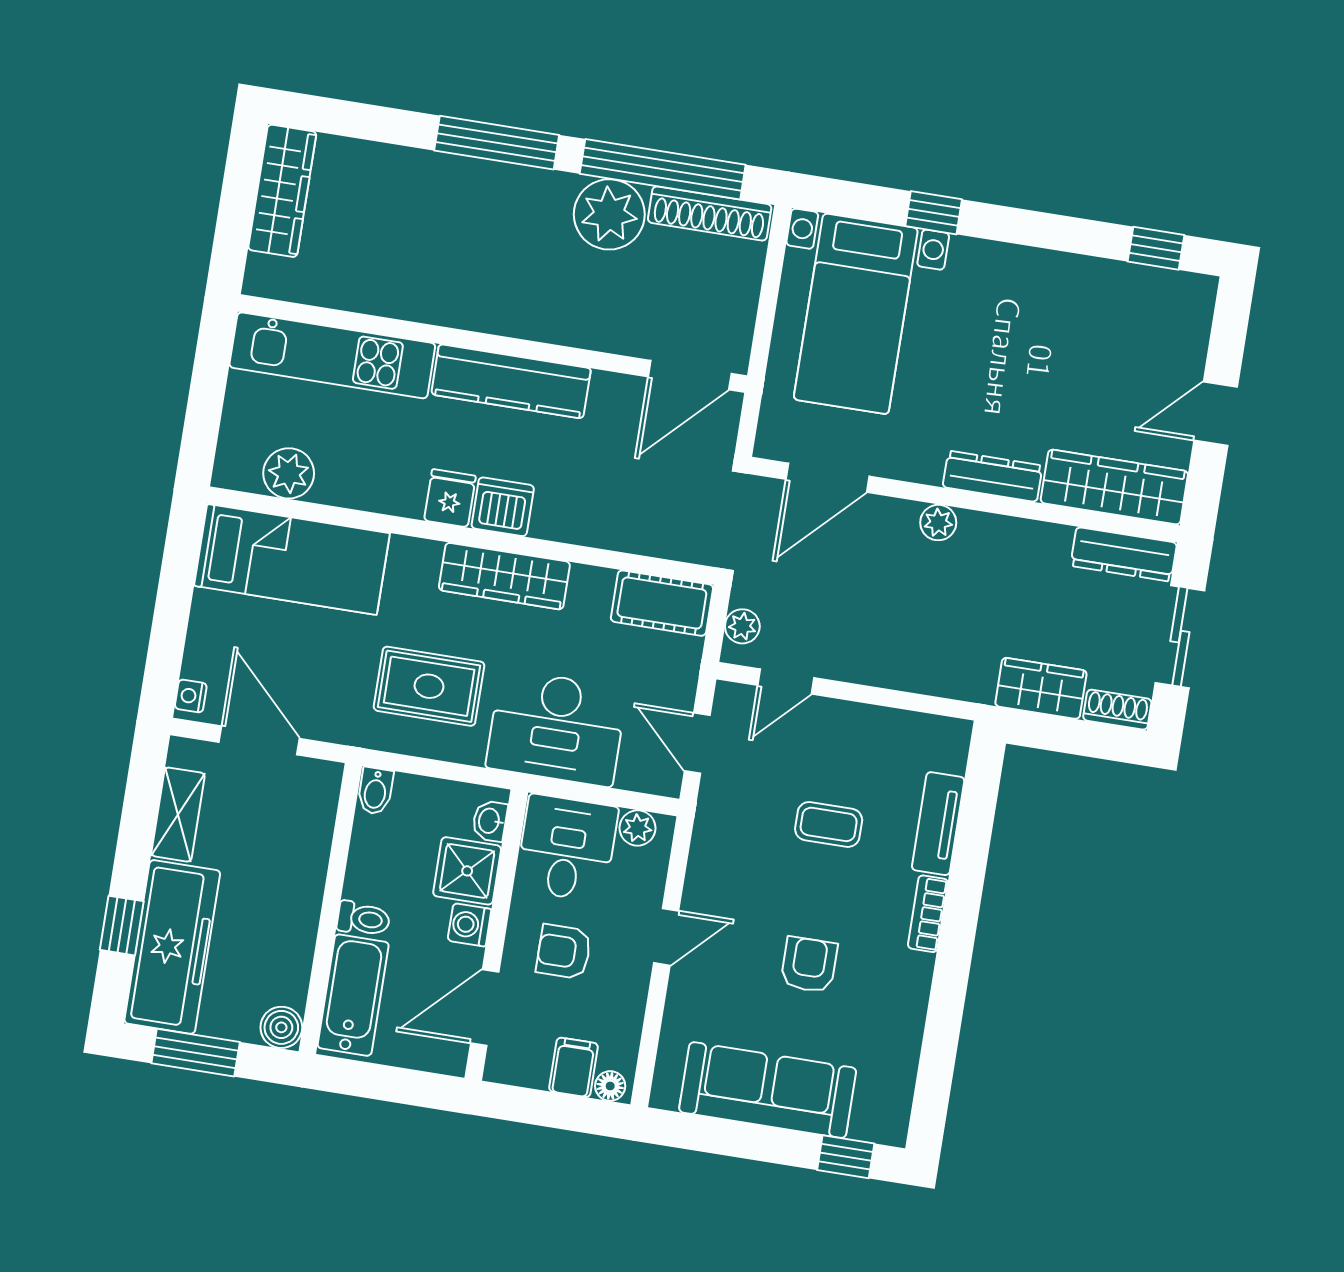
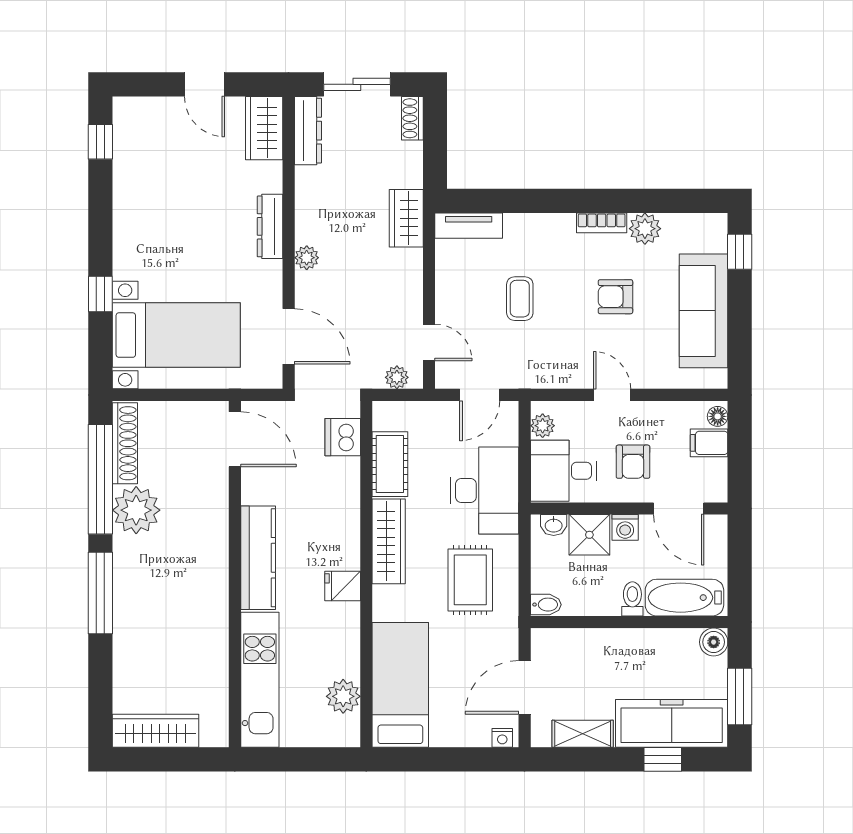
wardrobe: (1114, 487) -> (264, 128), width x0.67
dishwasher: (503, 507) -> (343, 437), moved
cot: (662, 603) -> (390, 464), moved
wardrobe: (1041, 688) -> (406, 218), moved
tv unit: (938, 824) -> (469, 226), moved
bookcase: (928, 914) -> (602, 223), moved
plant: (902, 1024) -> (645, 229), added

